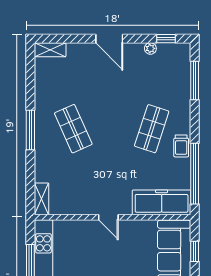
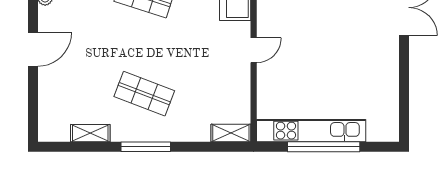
shelving: (50, 50) -> (90, 133), moved, turned 90
shop shelf: (73, 129) -> (144, 94), turned 45

